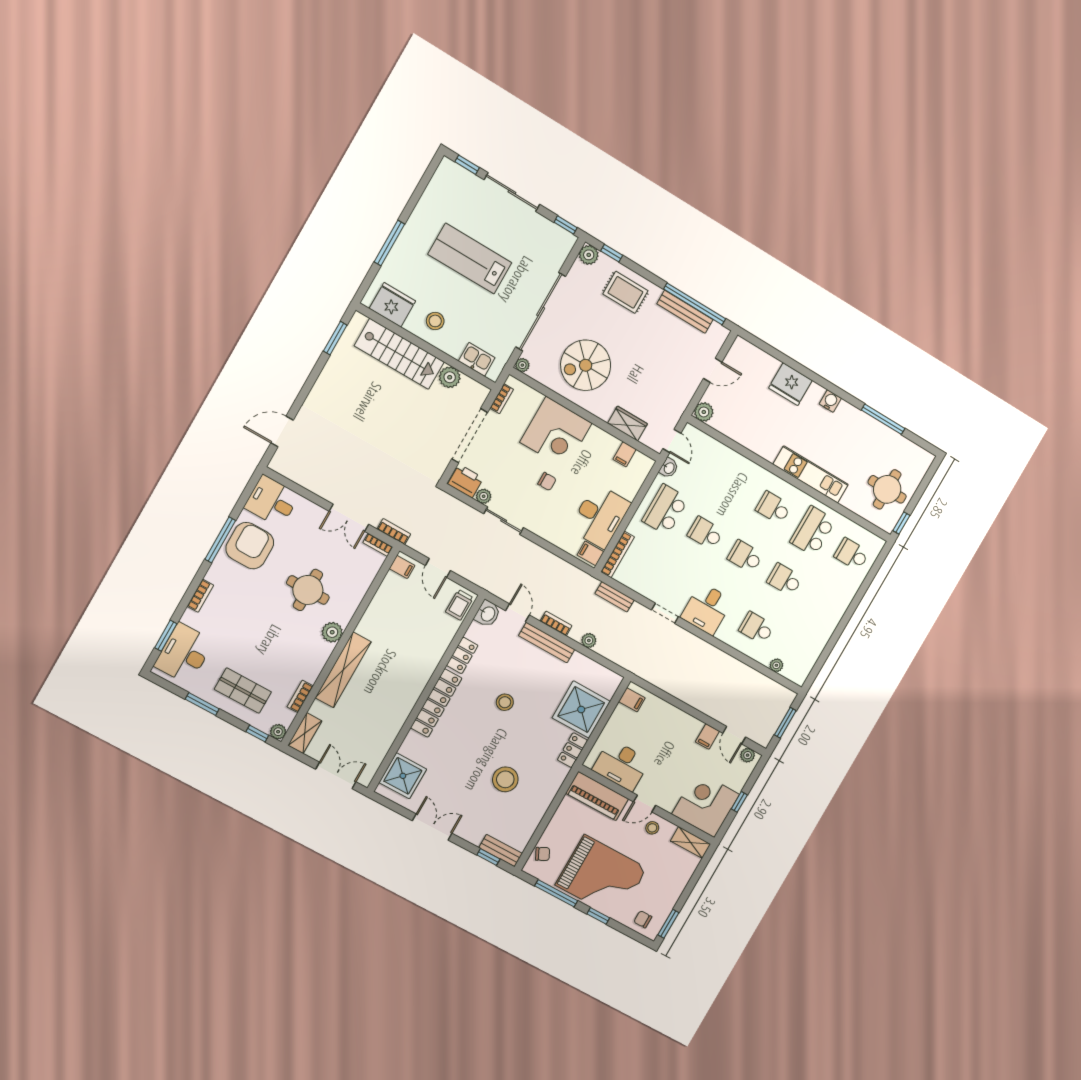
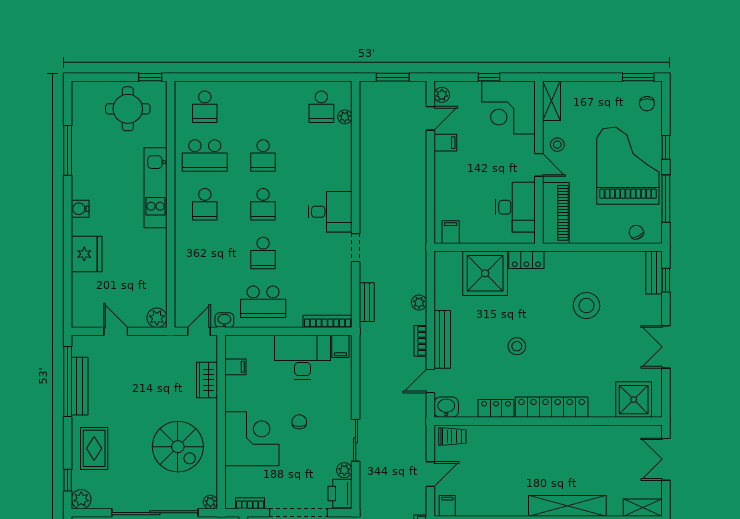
school desk: (757, 628) -> (321, 107), moved

